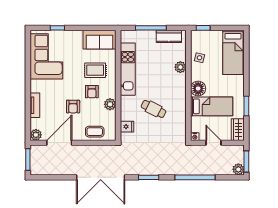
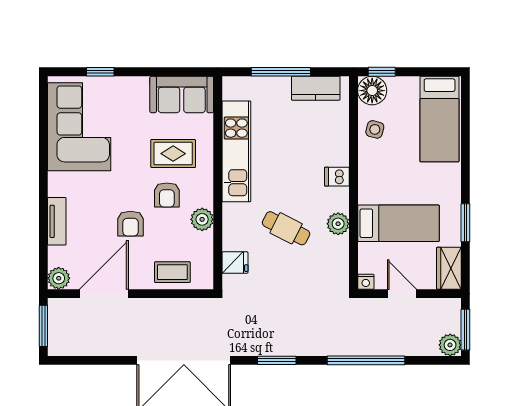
plant: (180, 67) -> (338, 224), moved
dishwasher: (180, 82) -> (337, 177), added
floor lamp: (198, 88) -> (372, 91), moved

